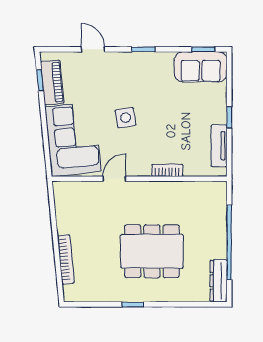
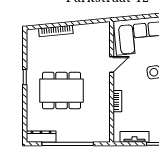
door: (114, 179) -> (112, 65), hinge flipped
dining table: (152, 251) -> (62, 91), turned 90

